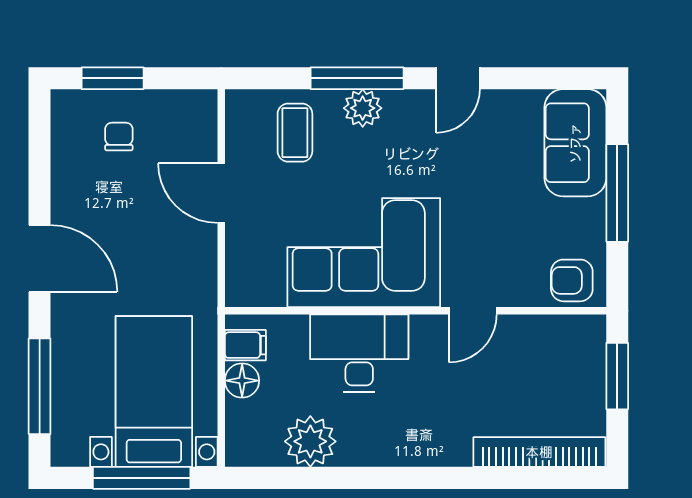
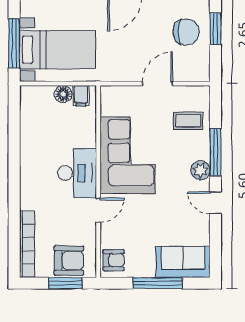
plant: (363, 108) -> (200, 170), moved
chair: (119, 137) -> (186, 32), width x1.87, depth x1.87
armchair: (572, 280) -> (114, 260), turned 90
door: (473, 311) -> (98, 210), swing flipped
desk: (359, 353) -> (77, 173), moved
armchair: (573, 369) -> (69, 261), added
plant: (310, 441) -> (32, 128), removed

